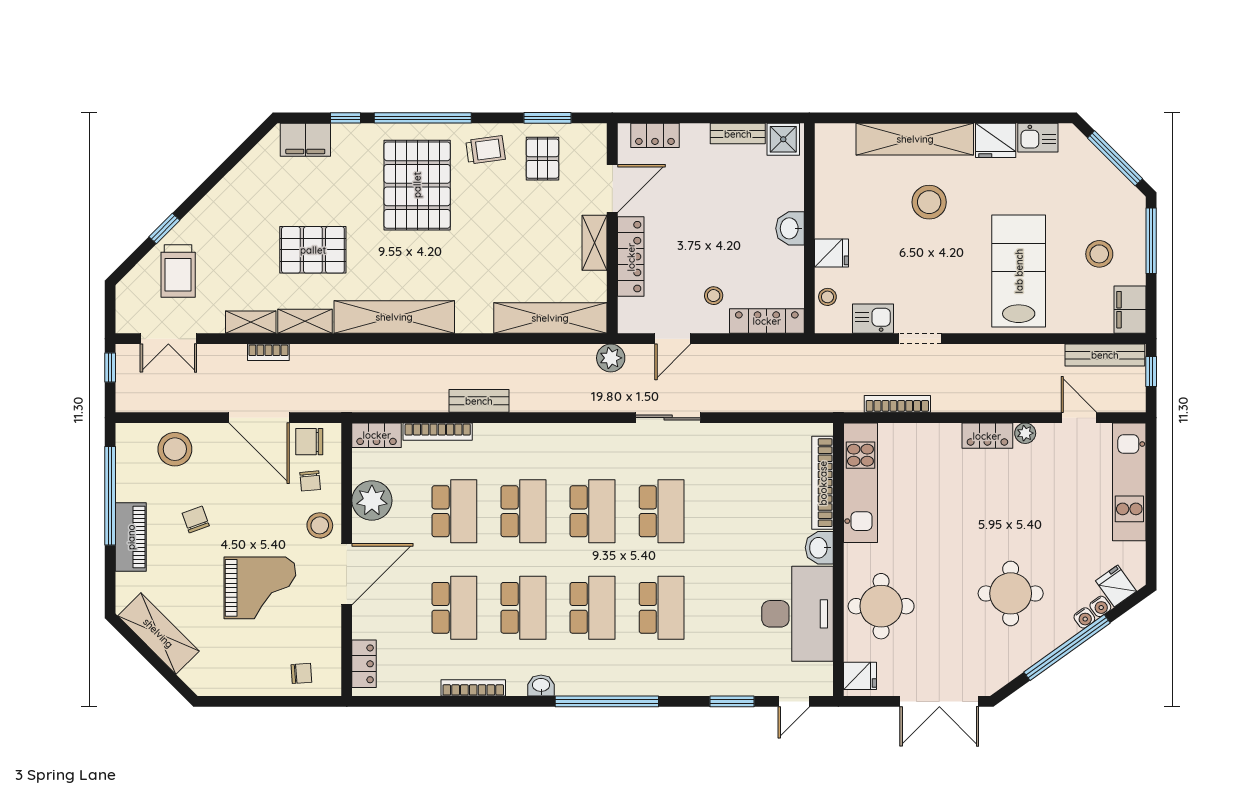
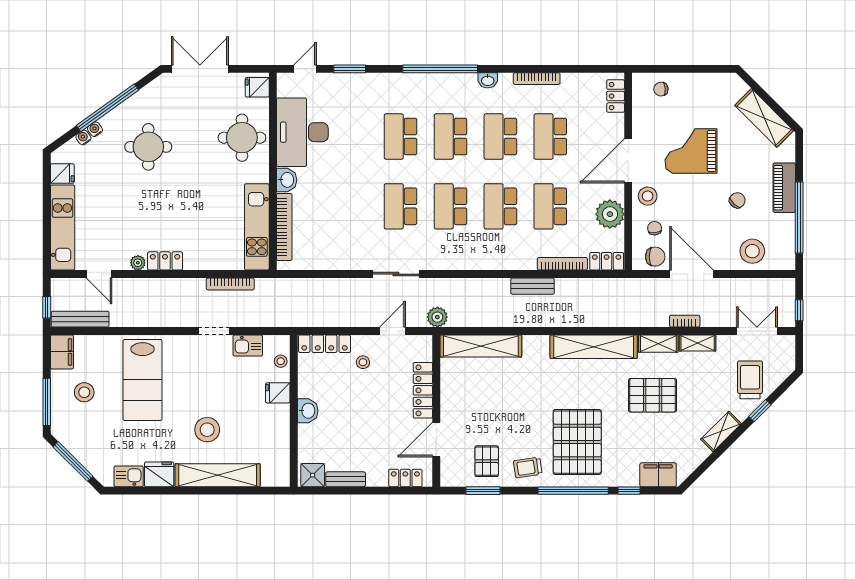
shelving: (595, 243) -> (721, 431), moved, turned 45
chair: (196, 520) -> (737, 200), turned -117
fridge: (1116, 586) -> (62, 174), moved, turned -54

